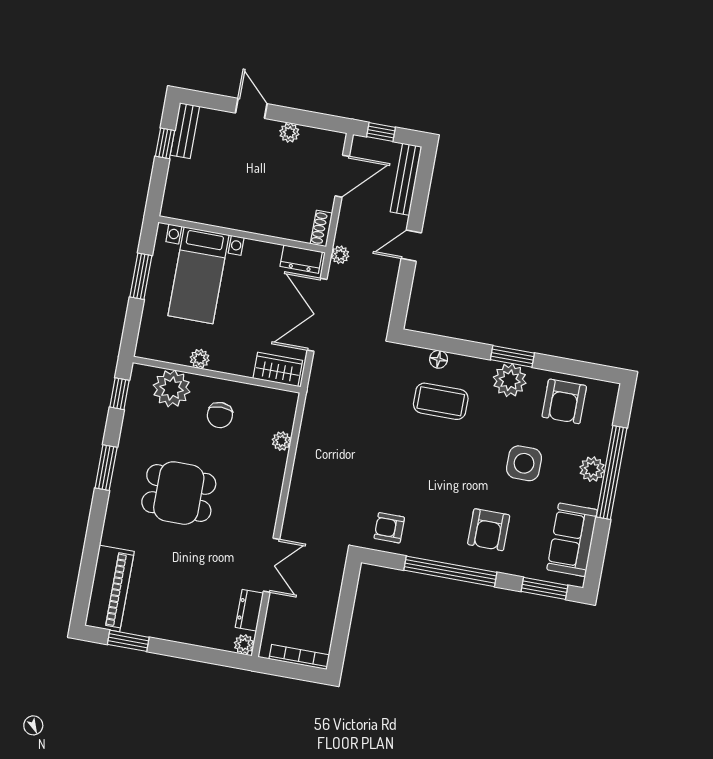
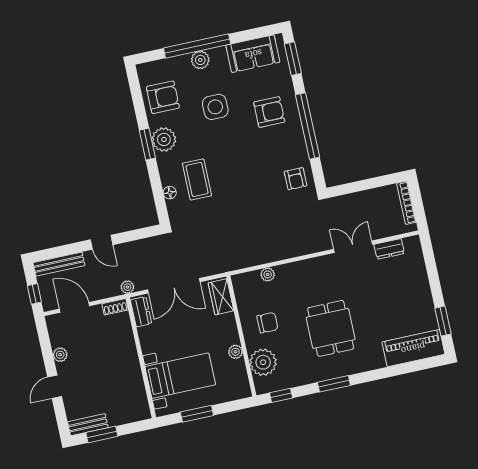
window: (165, 143) -> (102, 434), width x1.50
plant: (244, 644) -> (413, 243), removed

